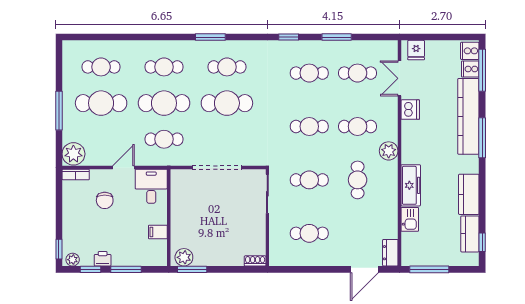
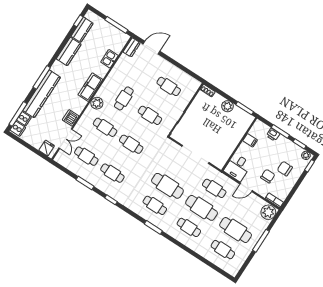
freezer: (411, 185) -> (90, 87), moved
chair: (89, 225) -> (285, 169), added
plant: (184, 257) -> (227, 106), moved
printer: (103, 259) -> (273, 135), moved

